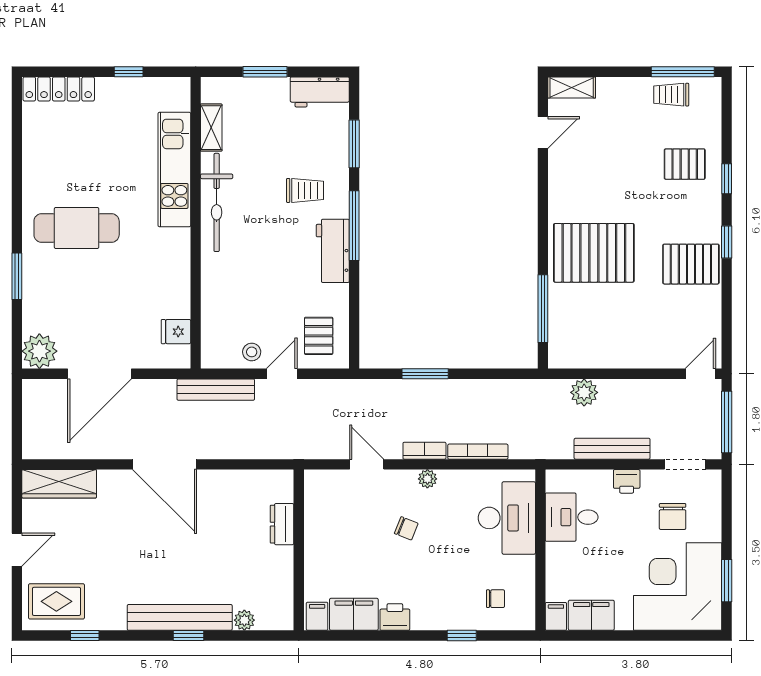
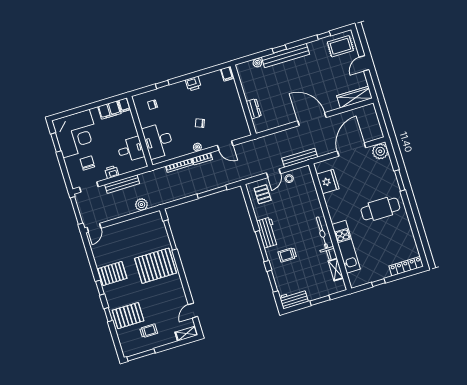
trolley: (671, 95) -> (149, 331), moved
pallet: (685, 164) -> (128, 316), width x1.50, depth x1.42
fridge: (176, 332) -> (328, 182), width x1.88, depth x1.34
window: (425, 374) -> (212, 192), width x1.44
filing cabinet: (354, 614) -> (211, 79), removed

